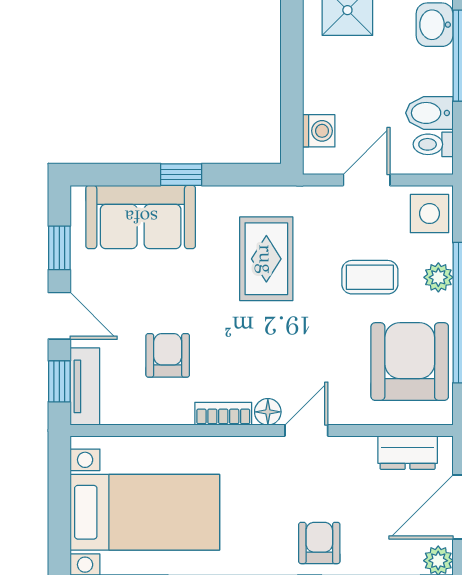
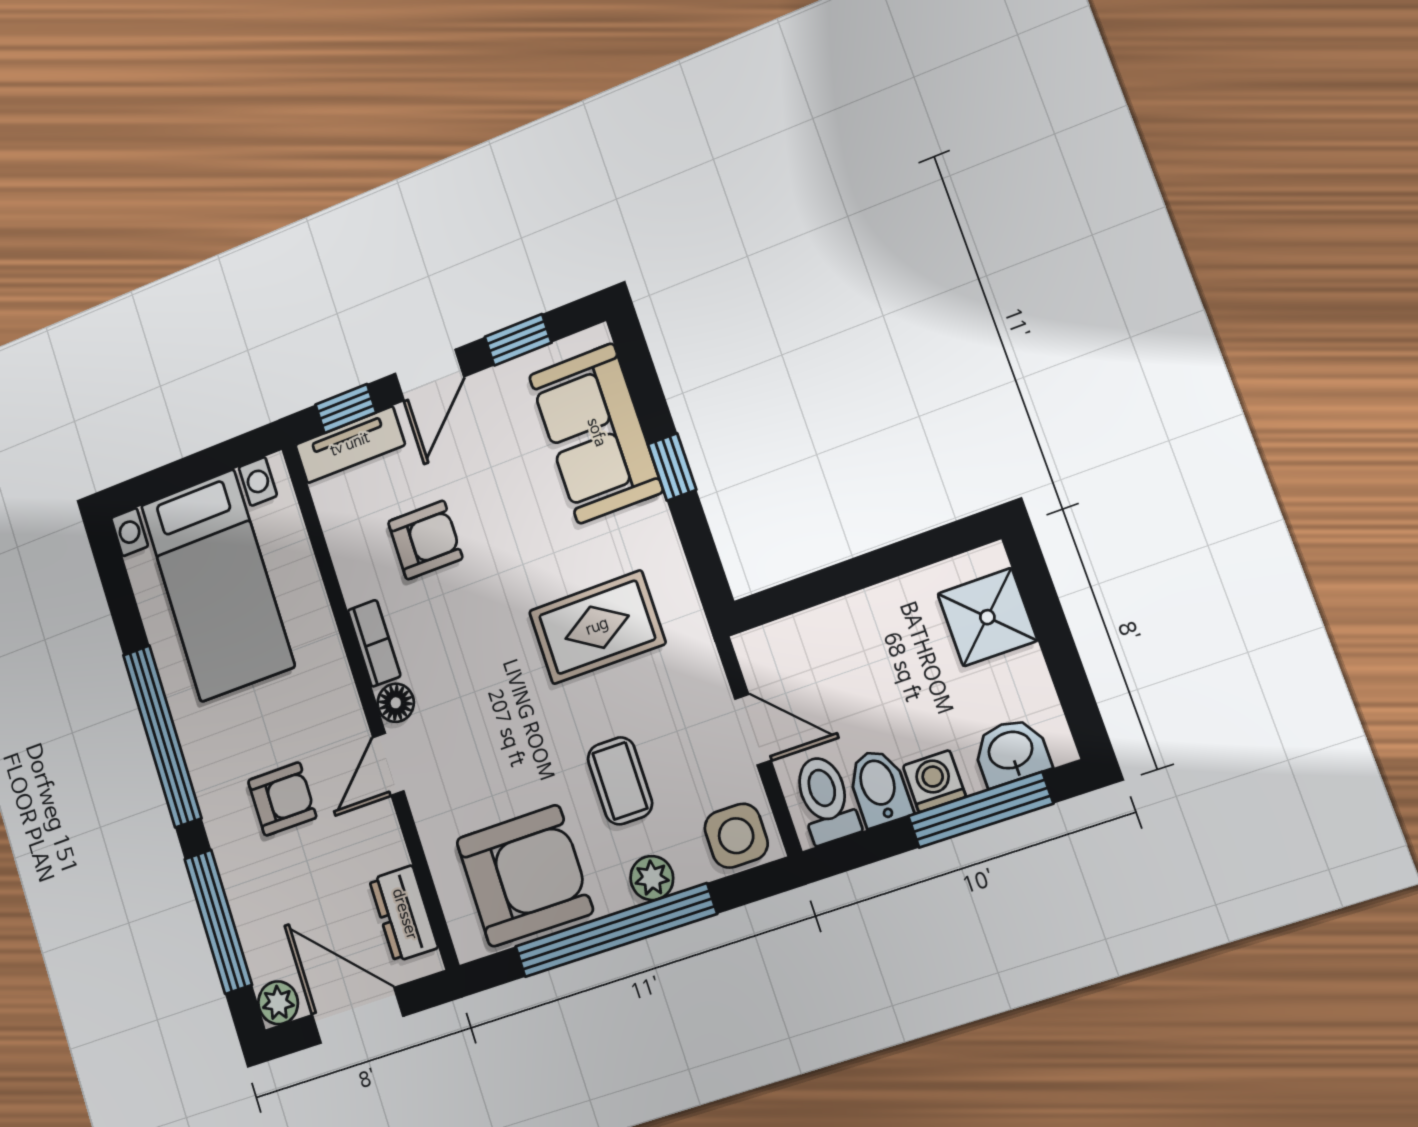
washing machine: (319, 131) -> (934, 781), moved, turned 180
toilet: (433, 144) -> (826, 799), width x1.37, depth x1.39
door: (306, 430) -> (388, 764), swing flipped
armchair: (319, 543) -> (282, 799), moved

